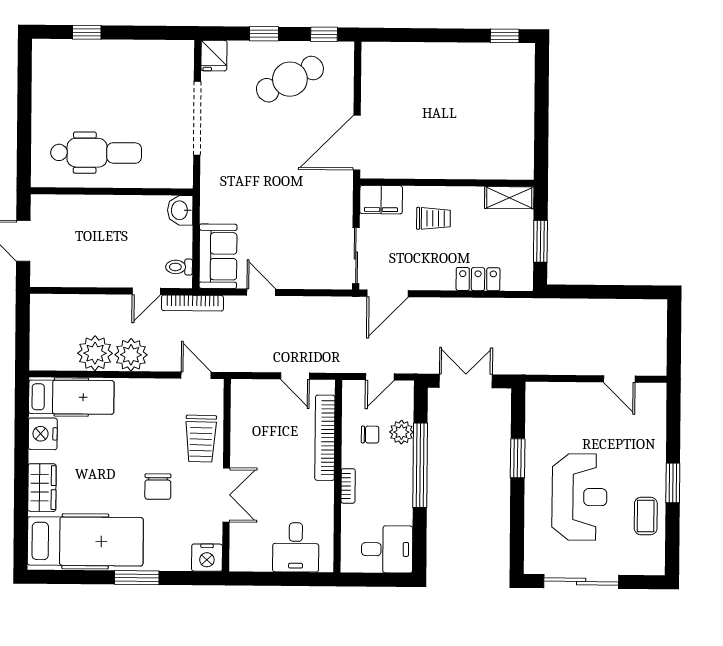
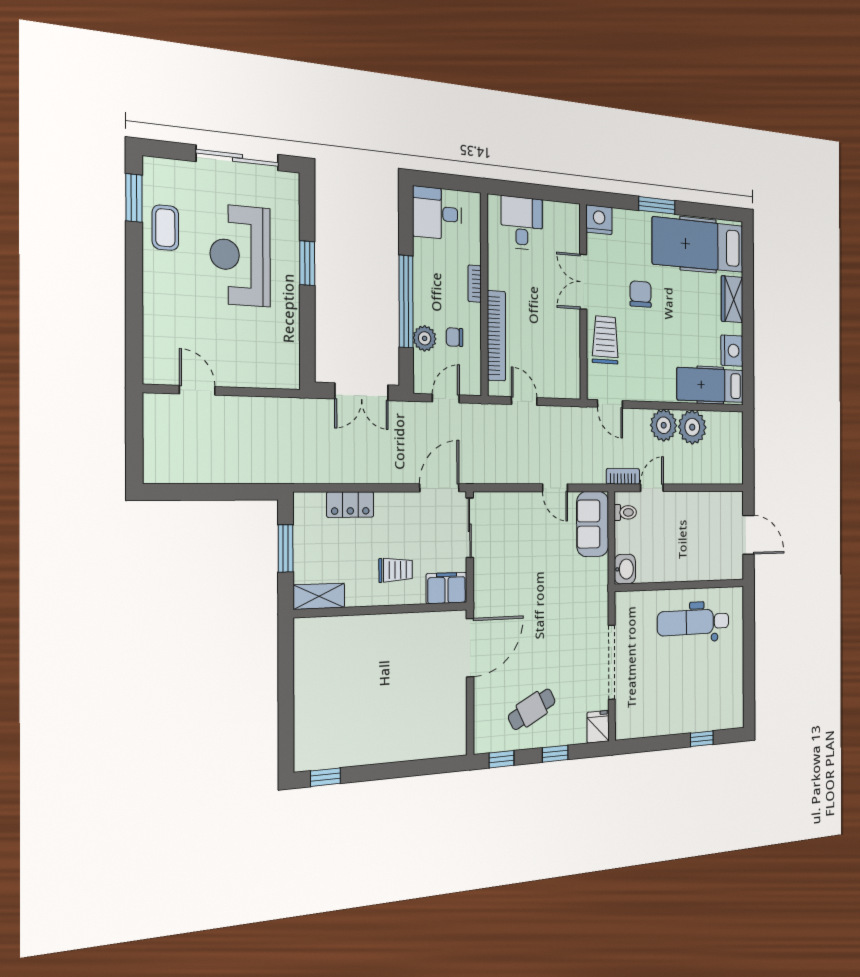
cafe table: (290, 79) -> (532, 709), width x0.73, depth x0.74
trolley: (433, 218) -> (396, 570), turned 180
bookcase: (192, 303) -> (623, 476), width x0.64
window: (518, 458) -> (307, 263), moved
window: (673, 483) -> (134, 198), moved

